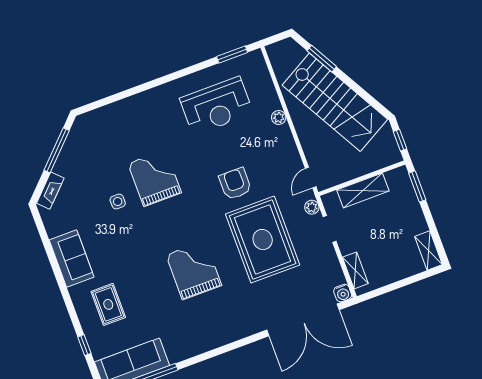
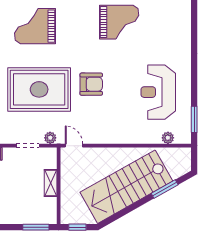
plant: (279, 118) -> (168, 138), moved
shelving: (363, 190) -> (51, 183), width x0.67, depth x0.75
grand piano: (194, 270) -> (35, 26), turned 180

